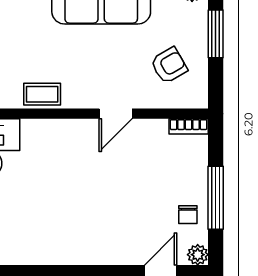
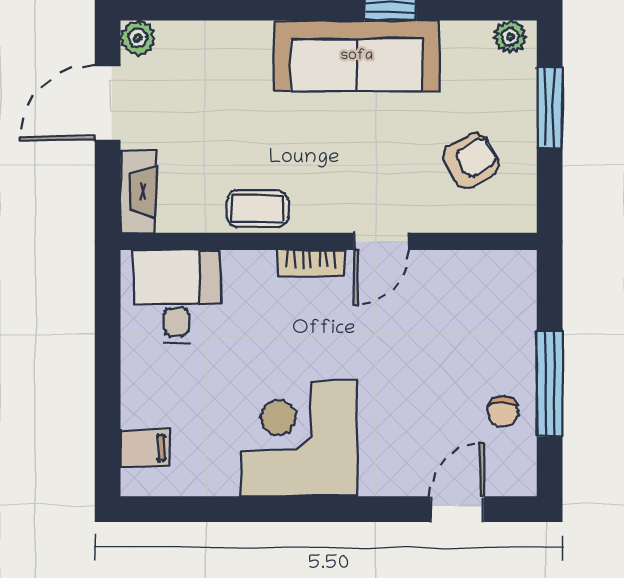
bookcase: (189, 126) -> (311, 263), moved
corner desk: (67, 231) -> (299, 438), added
plant: (198, 255) -> (519, 479), removed

